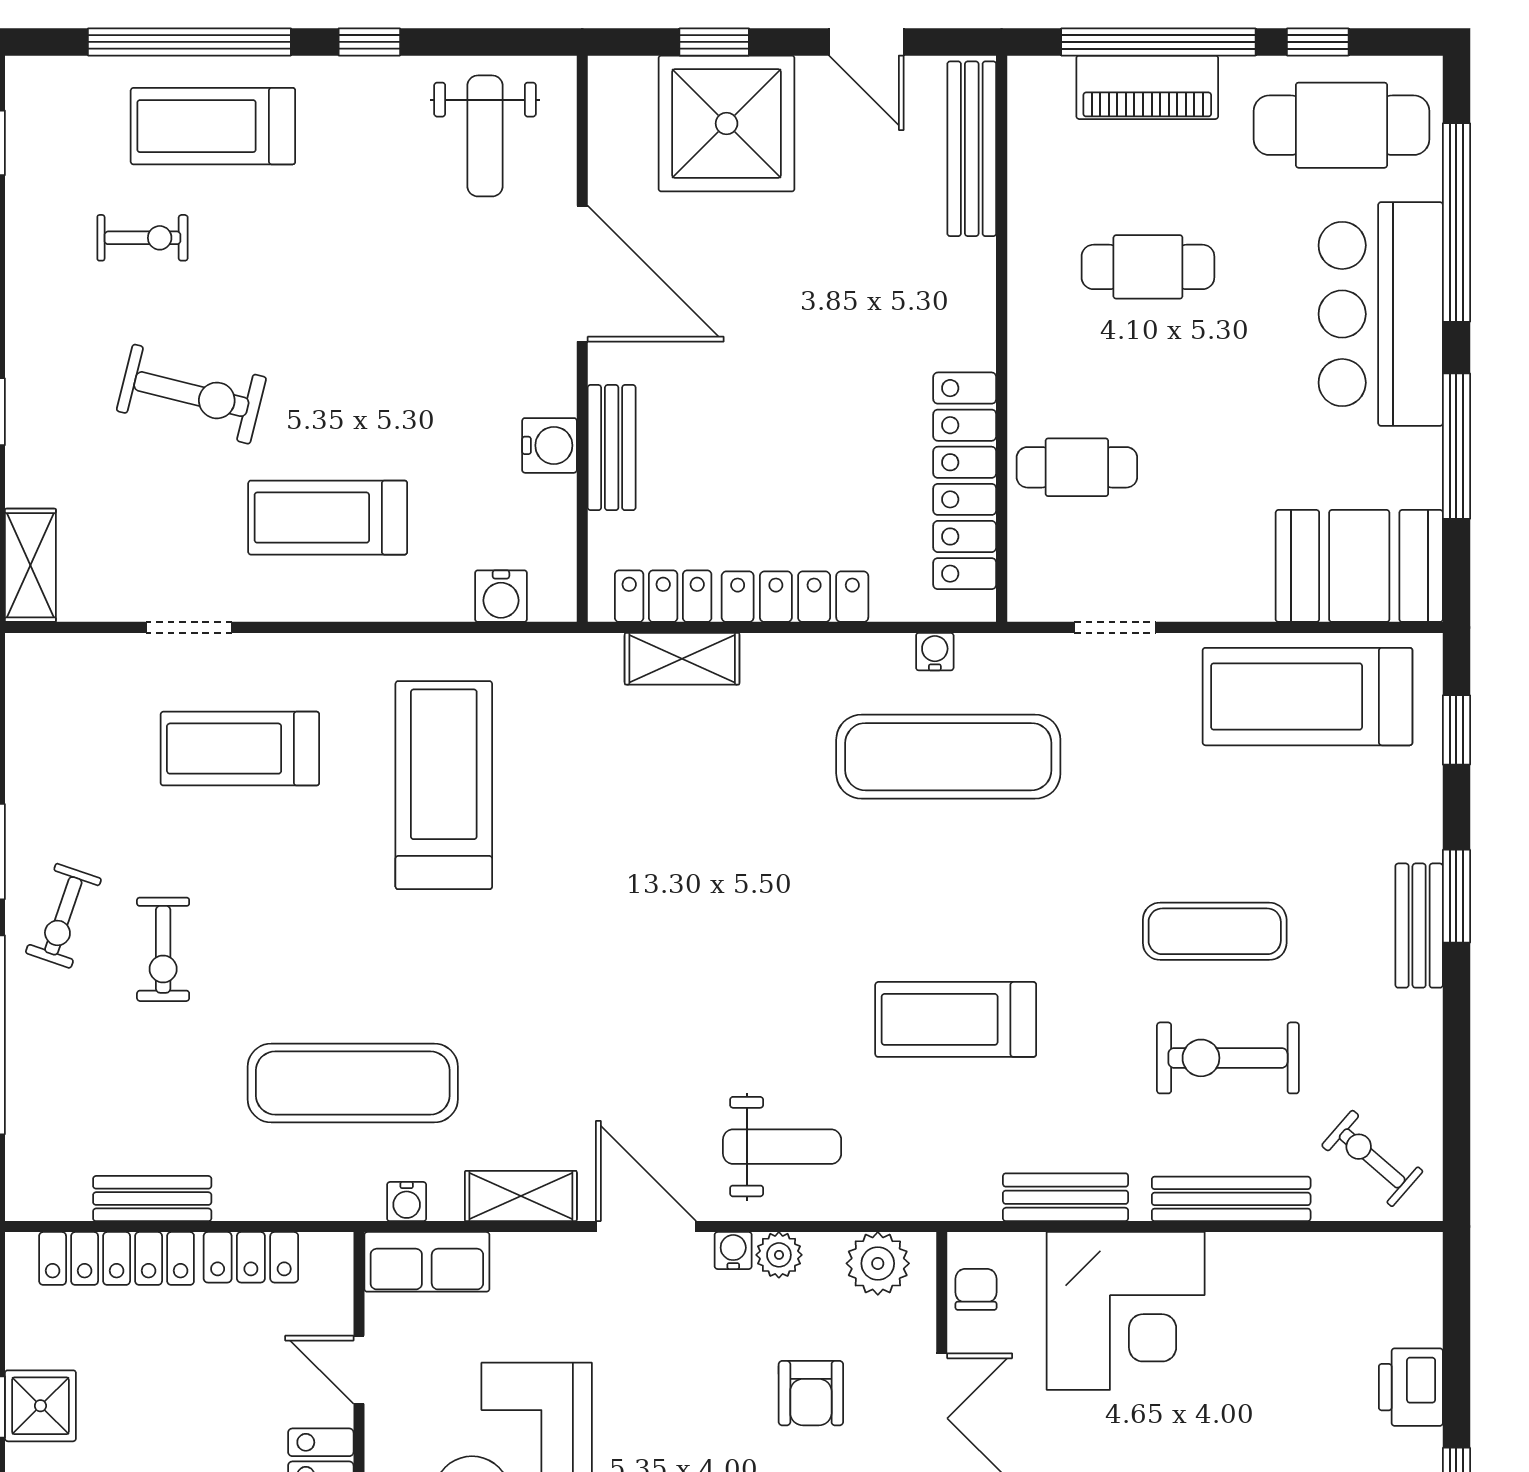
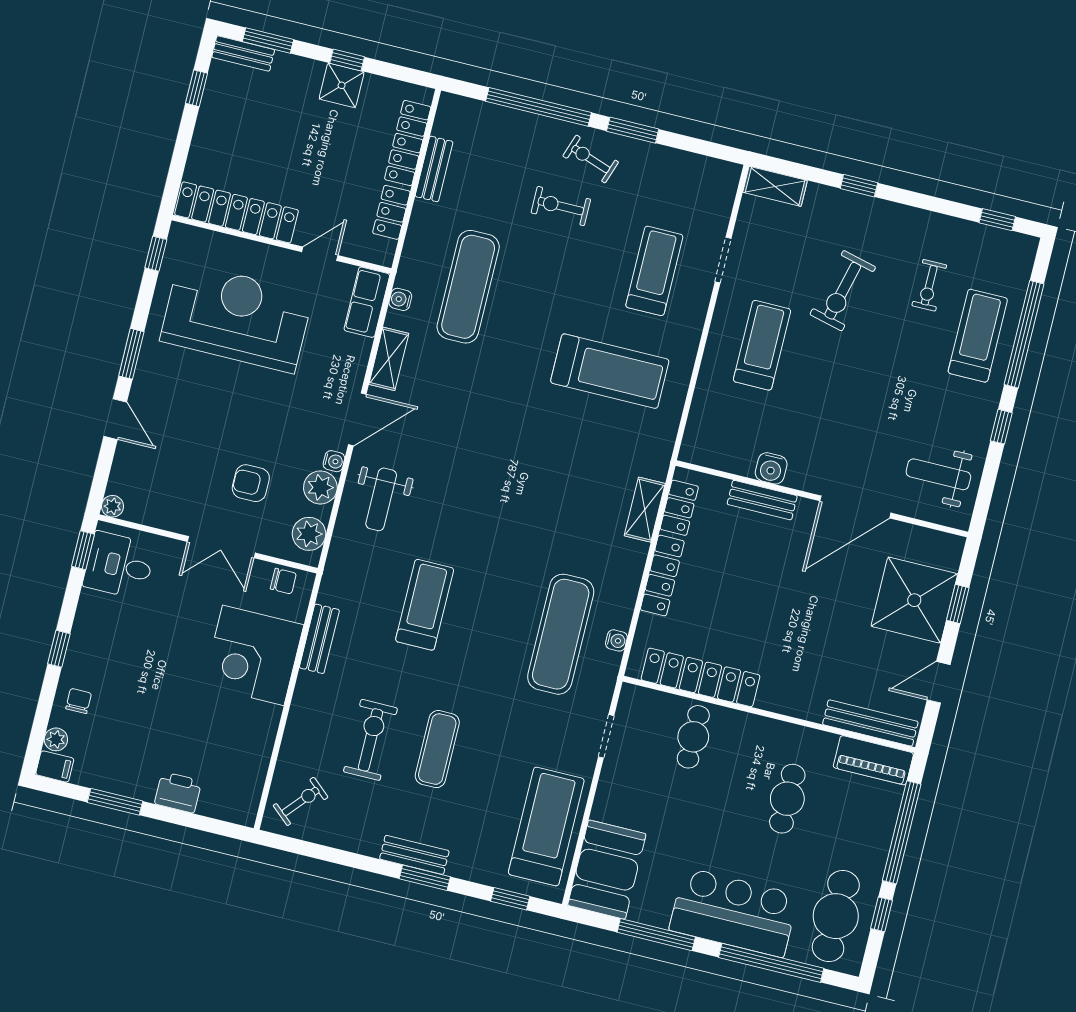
piano: (1147, 87) -> (873, 760), moved, turned -90
water cooler: (501, 596) -> (700, 424), removed
bench: (1231, 1199) -> (298, 724), removed
plant: (779, 1255) -> (320, 487), width x1.38, depth x1.38

